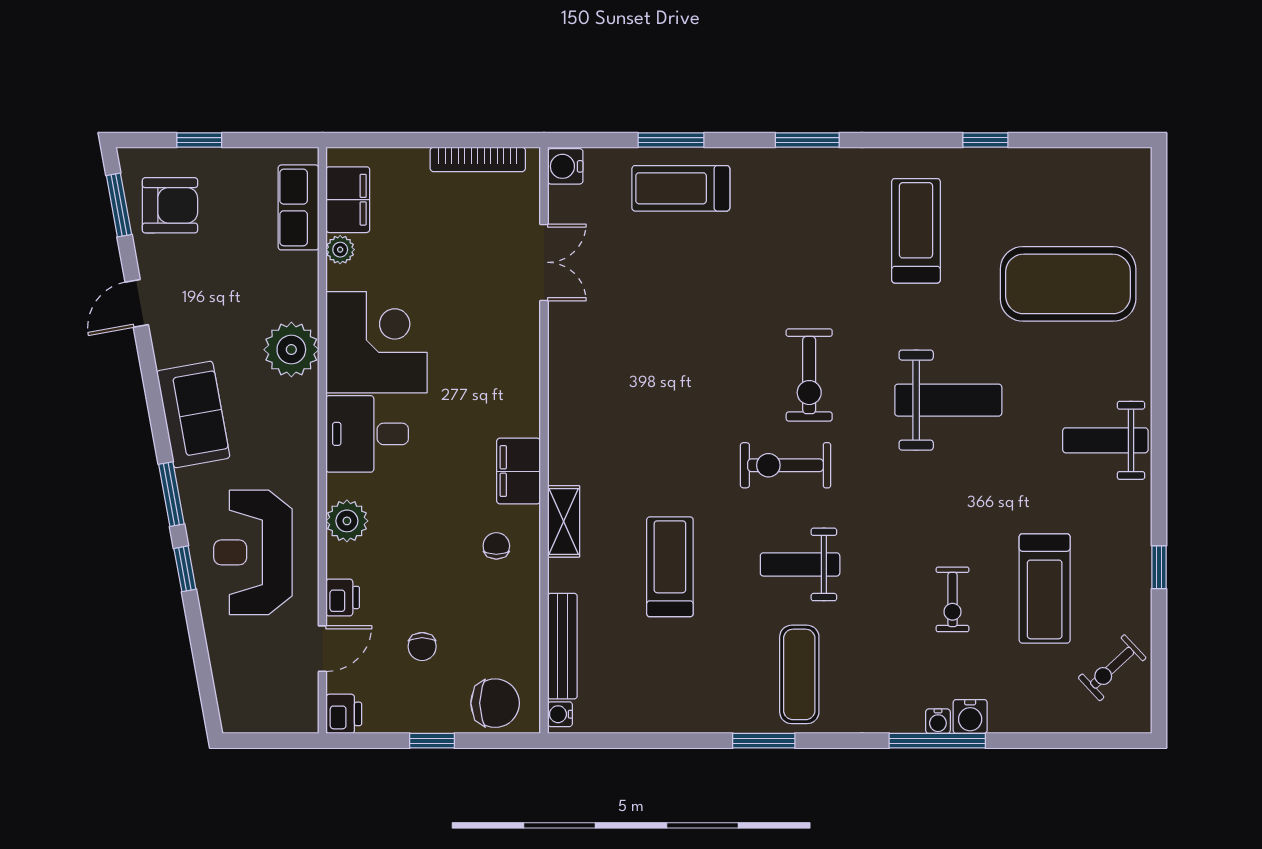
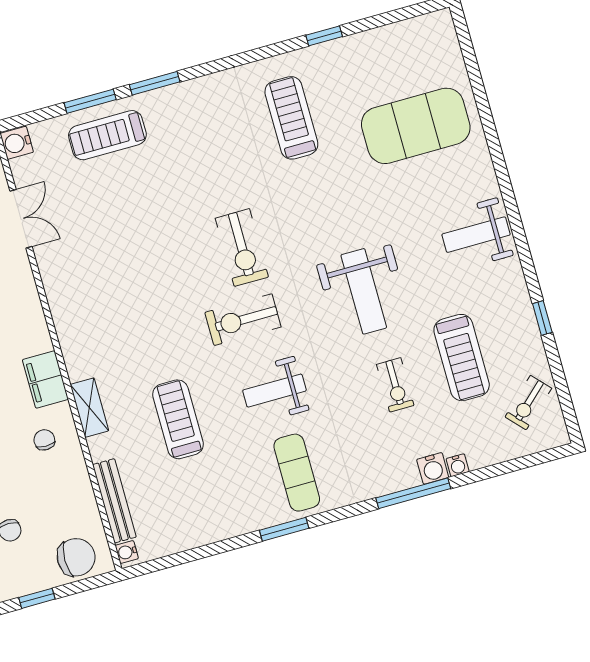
window: (807, 140) -> (155, 83), moved
weight bench: (948, 400) -> (364, 291), moved, turned 90
water cooler: (938, 721) -> (458, 465), moved

